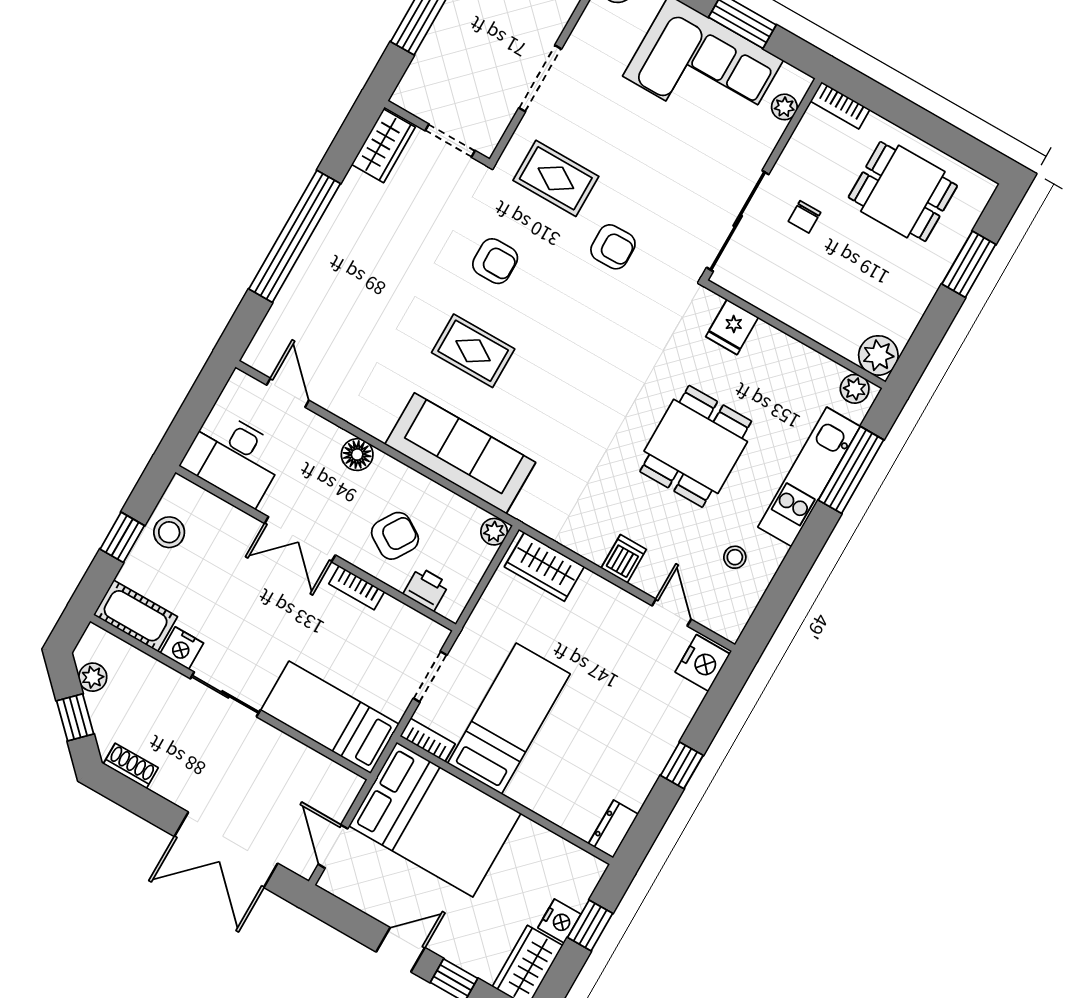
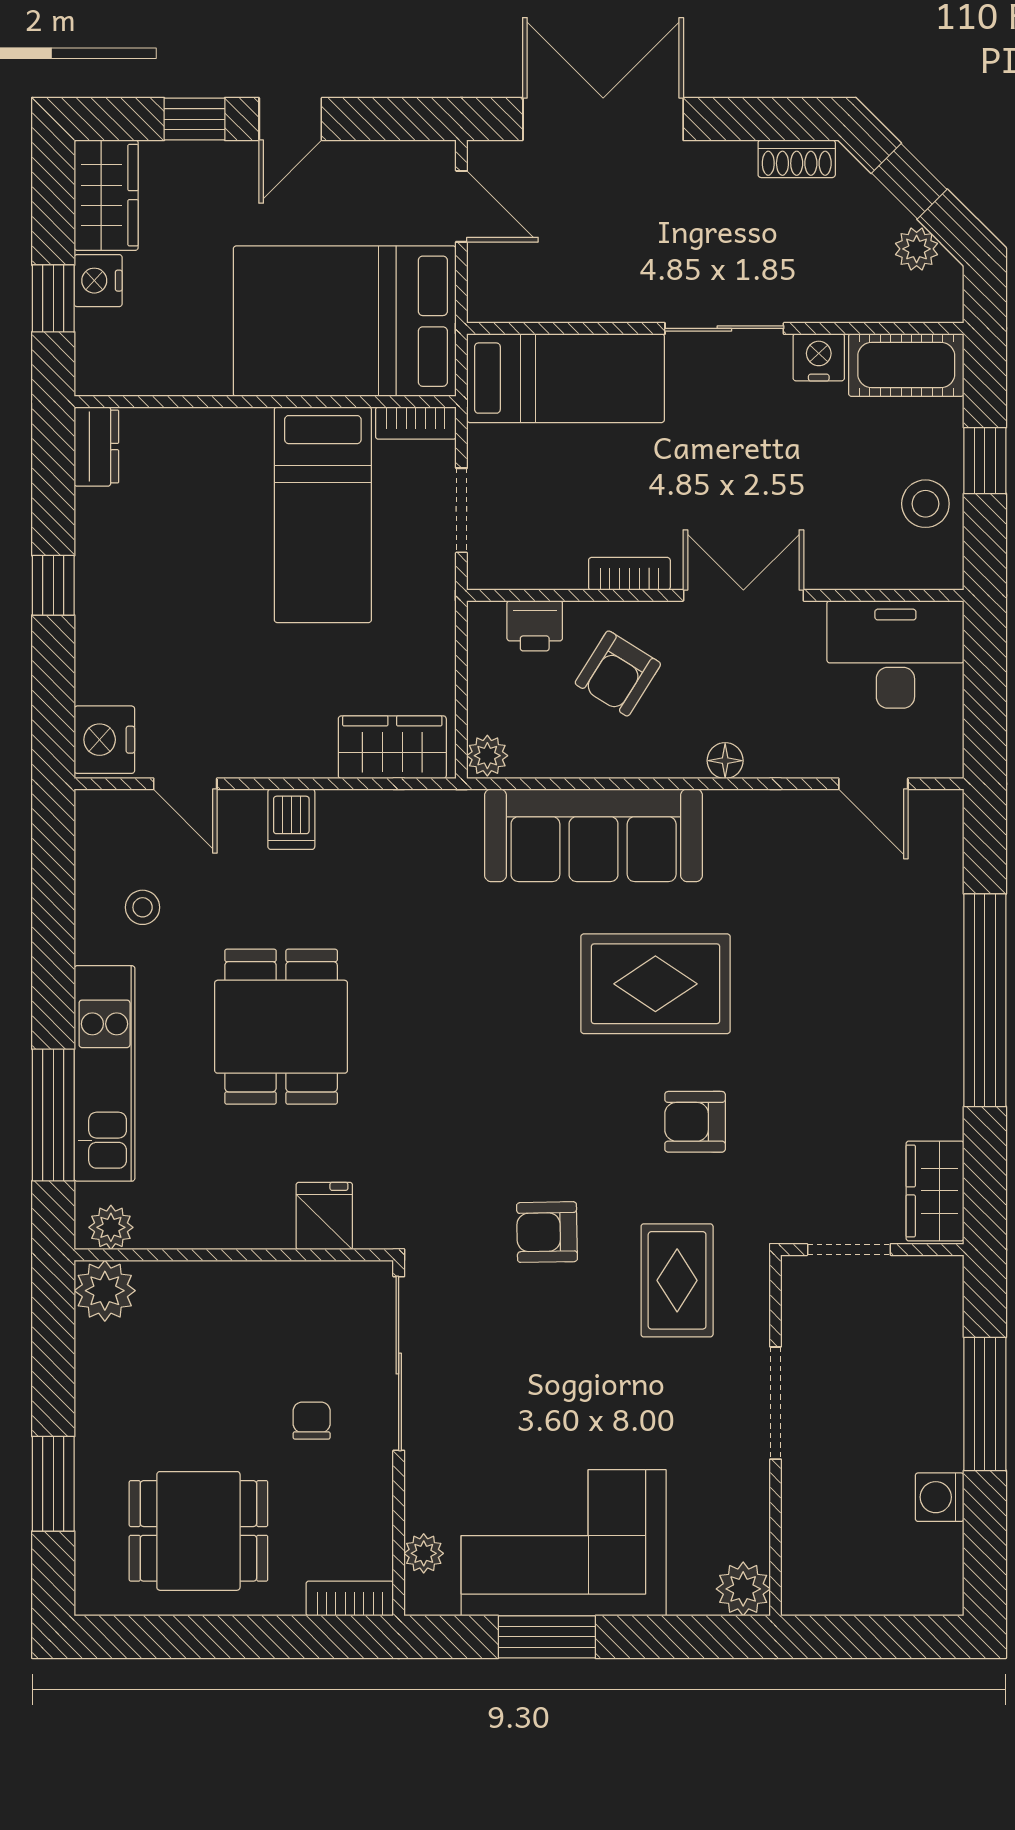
rug: (556, 178) -> (677, 1280), turned 90
rug: (473, 351) -> (655, 984), width x1.36, depth x1.43
floor lamp: (357, 455) -> (725, 761), width x0.73, depth x0.73

